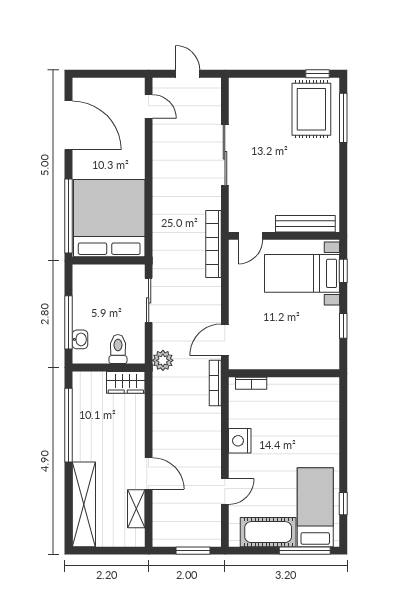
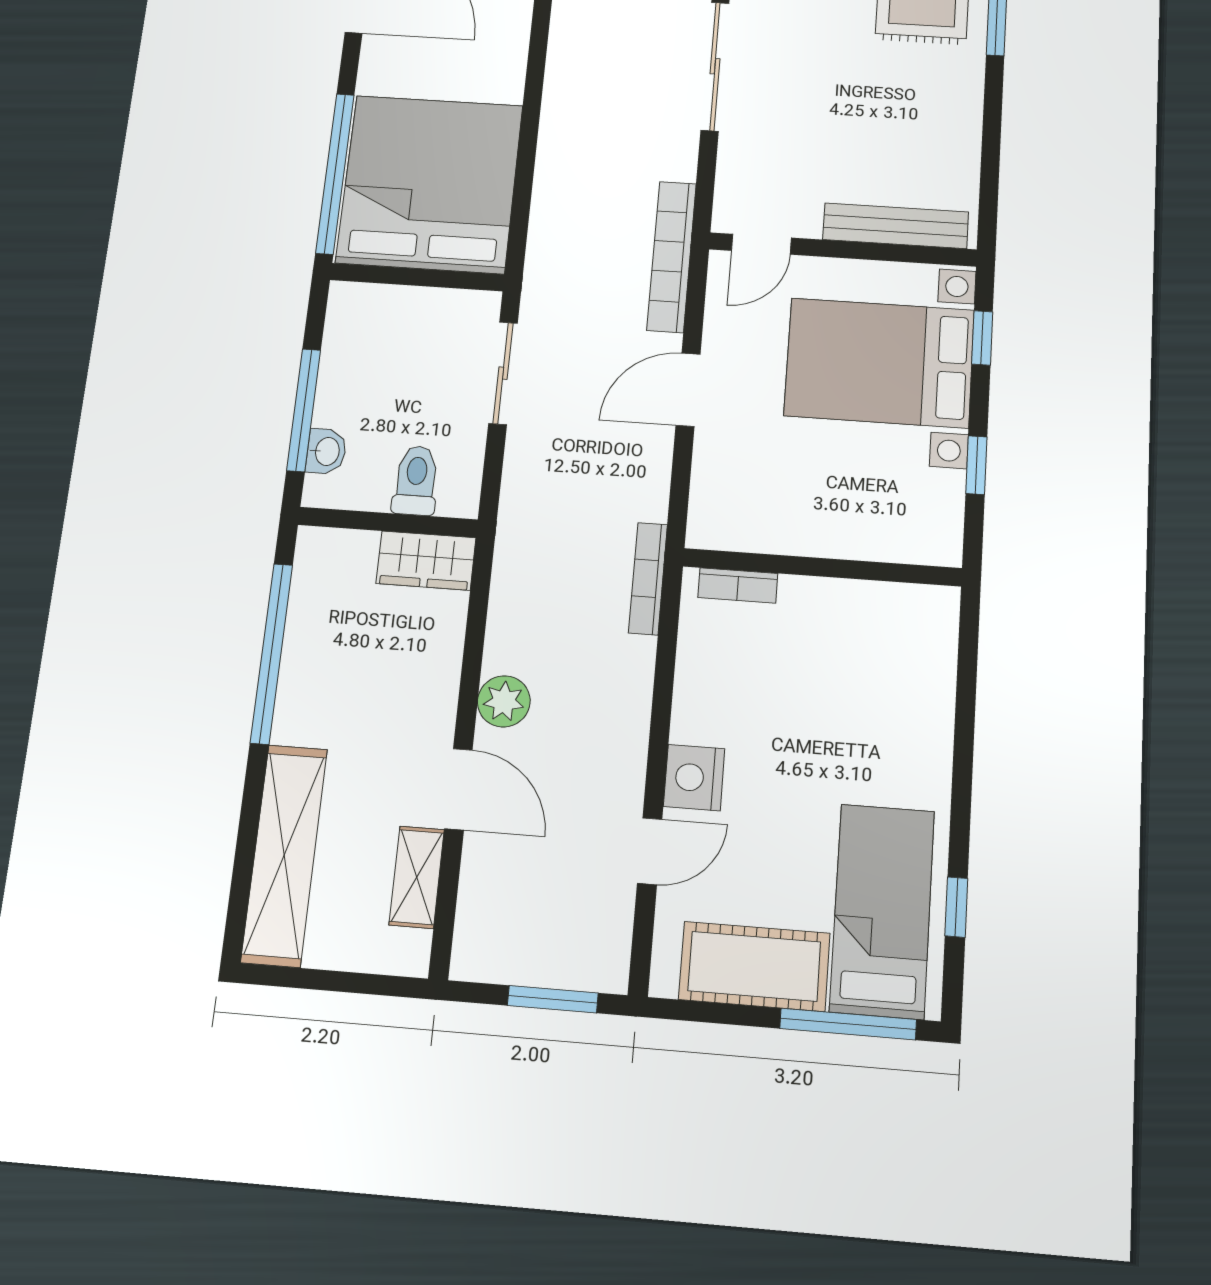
bed with nightstands: (302, 273) -> (879, 363), width x1.36
door: (225, 340) -> (688, 390), moved
plant: (163, 360) -> (504, 701), moved
nightstand: (240, 441) -> (694, 778), moved

